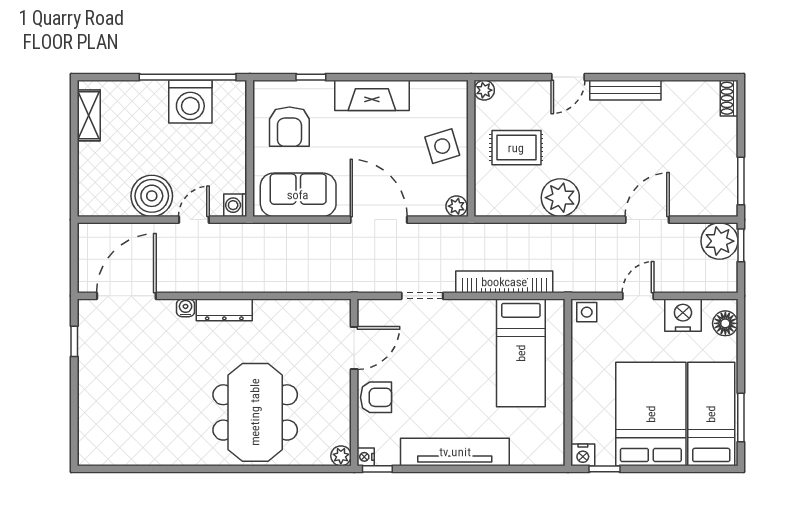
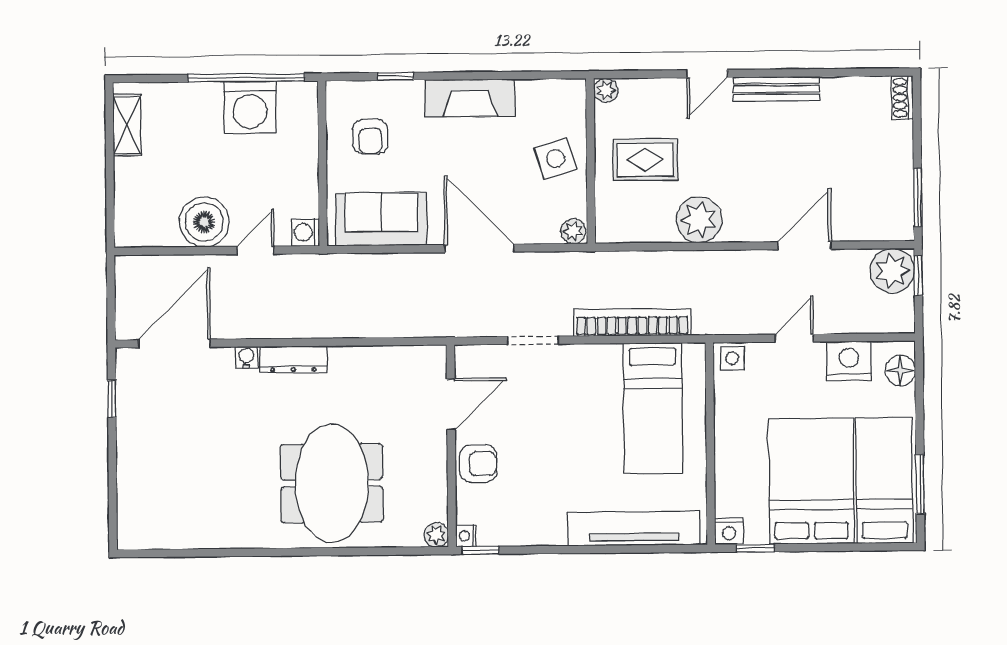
armchair: (289, 127) -> (370, 137), width x0.72, depth x0.72
tv unit: (455, 452) -> (634, 529), moved

